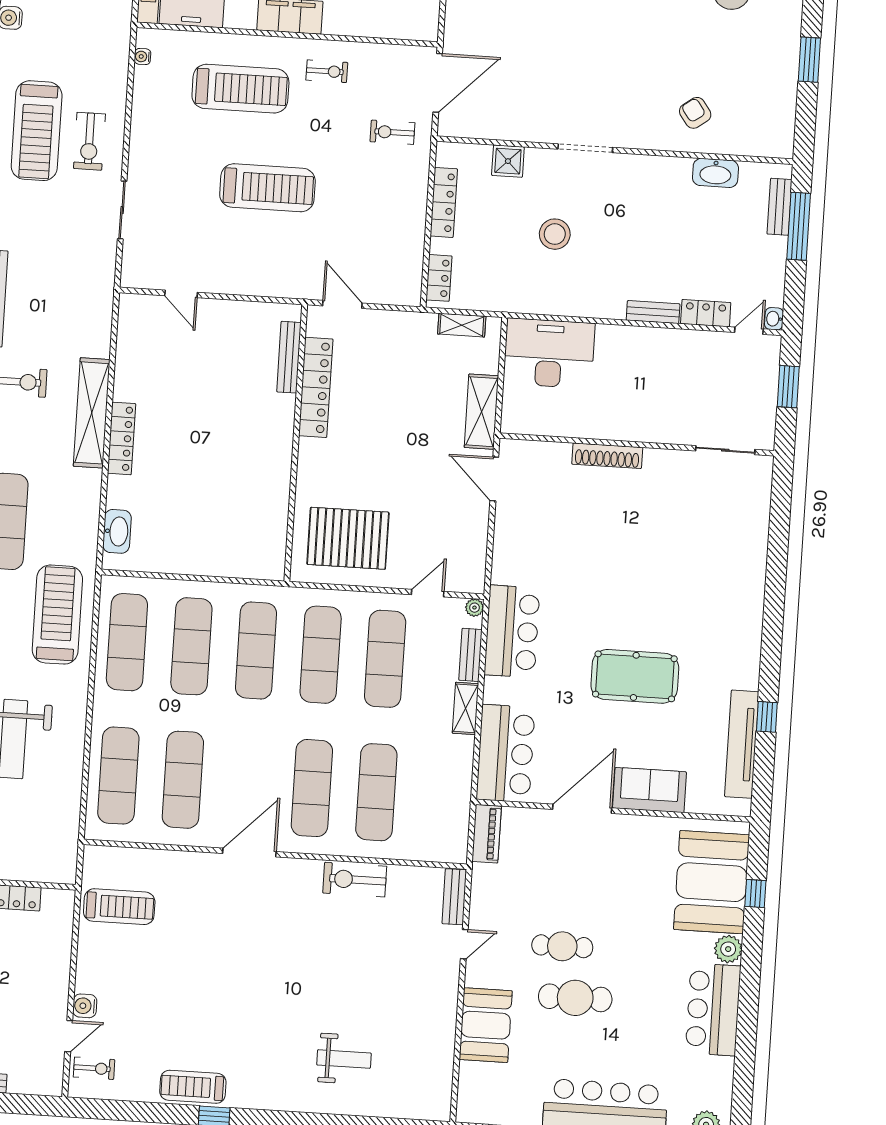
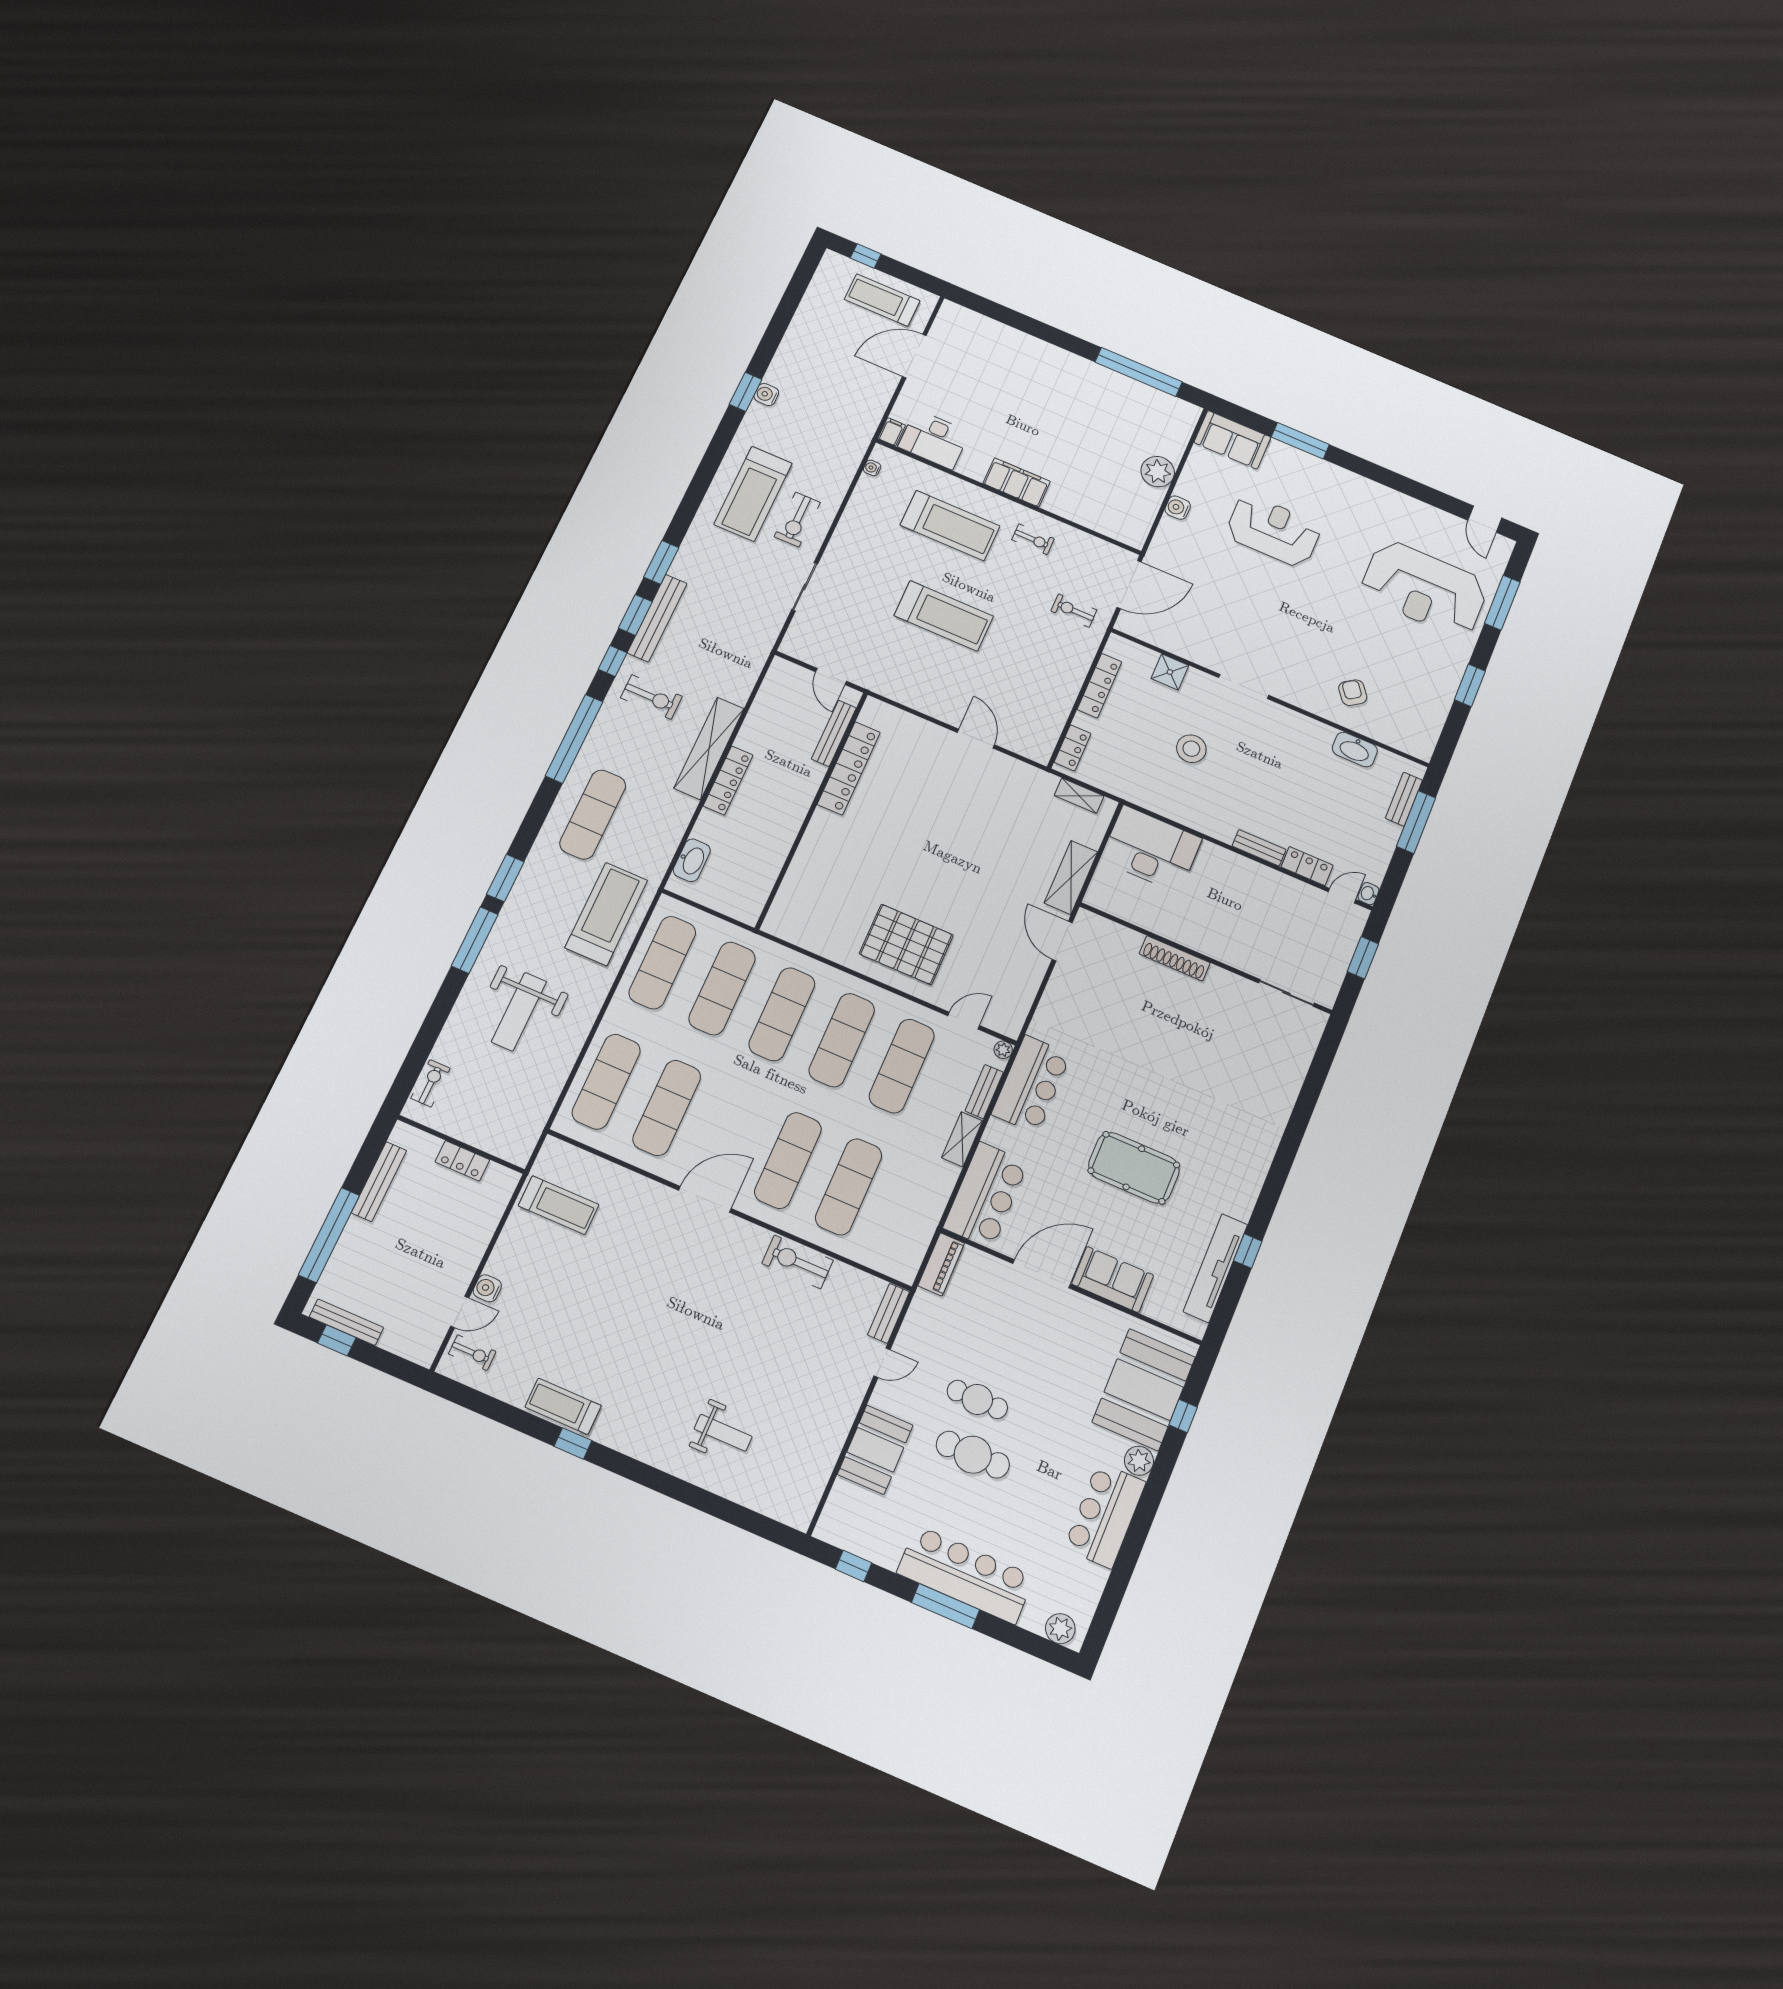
bench: (289, 357) -> (834, 733), moved
locker: (316, 387) -> (849, 768), moved
wall: (296, 443) -> (812, 810), moved

